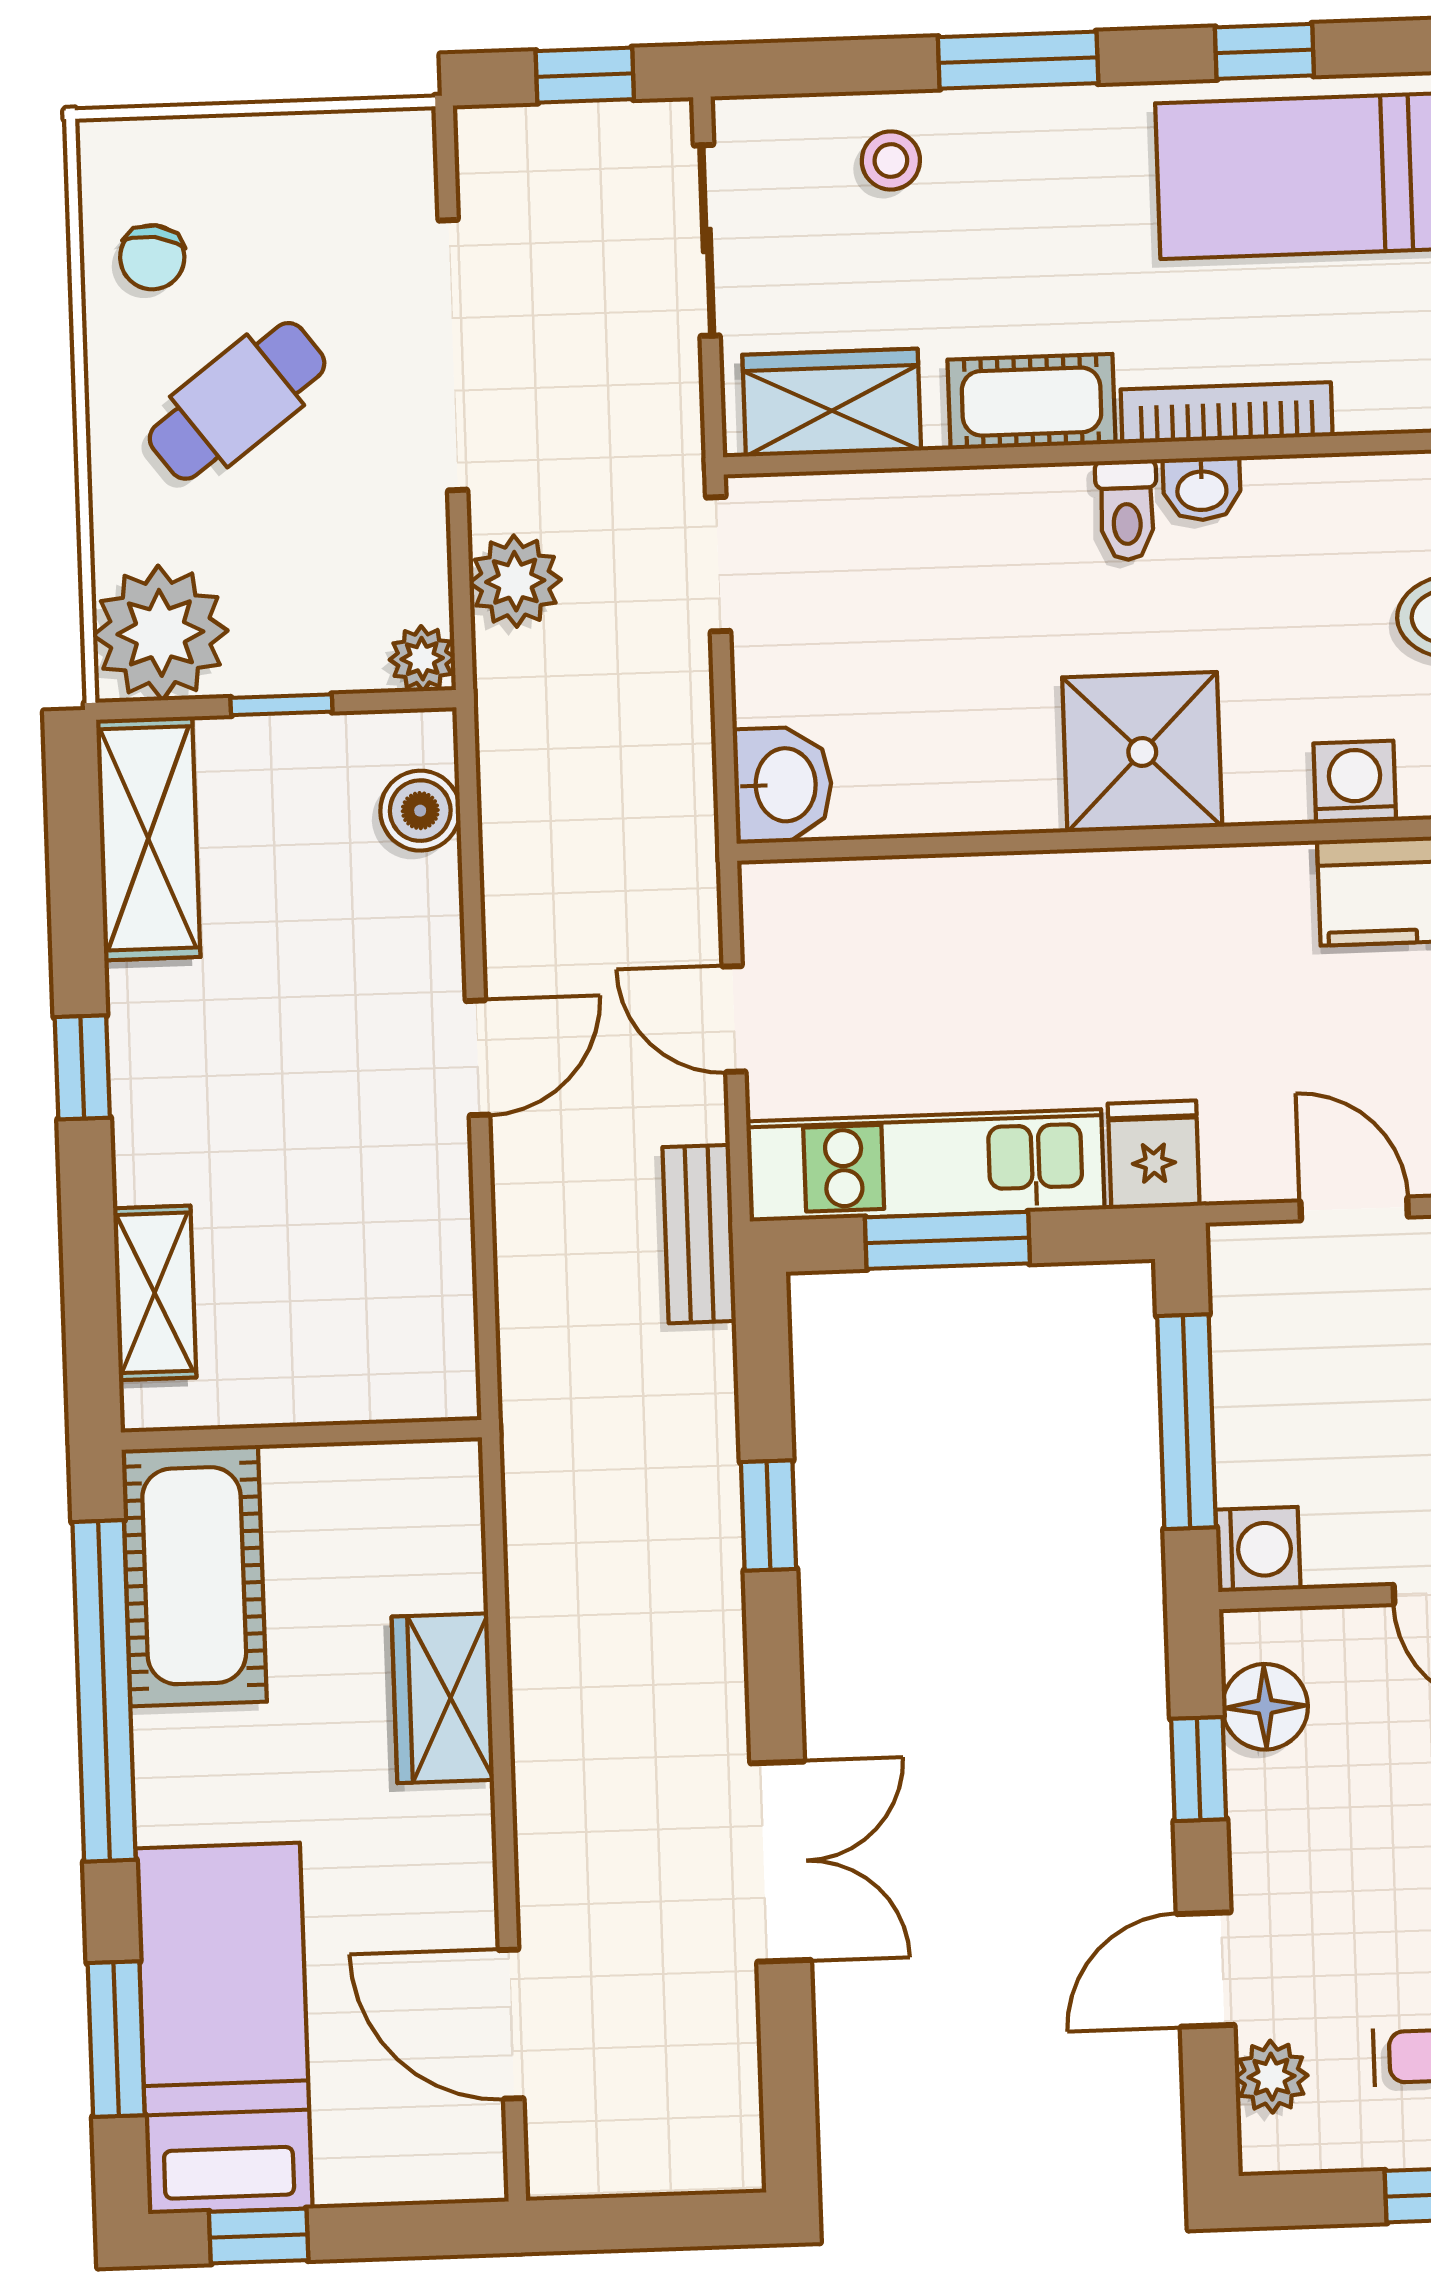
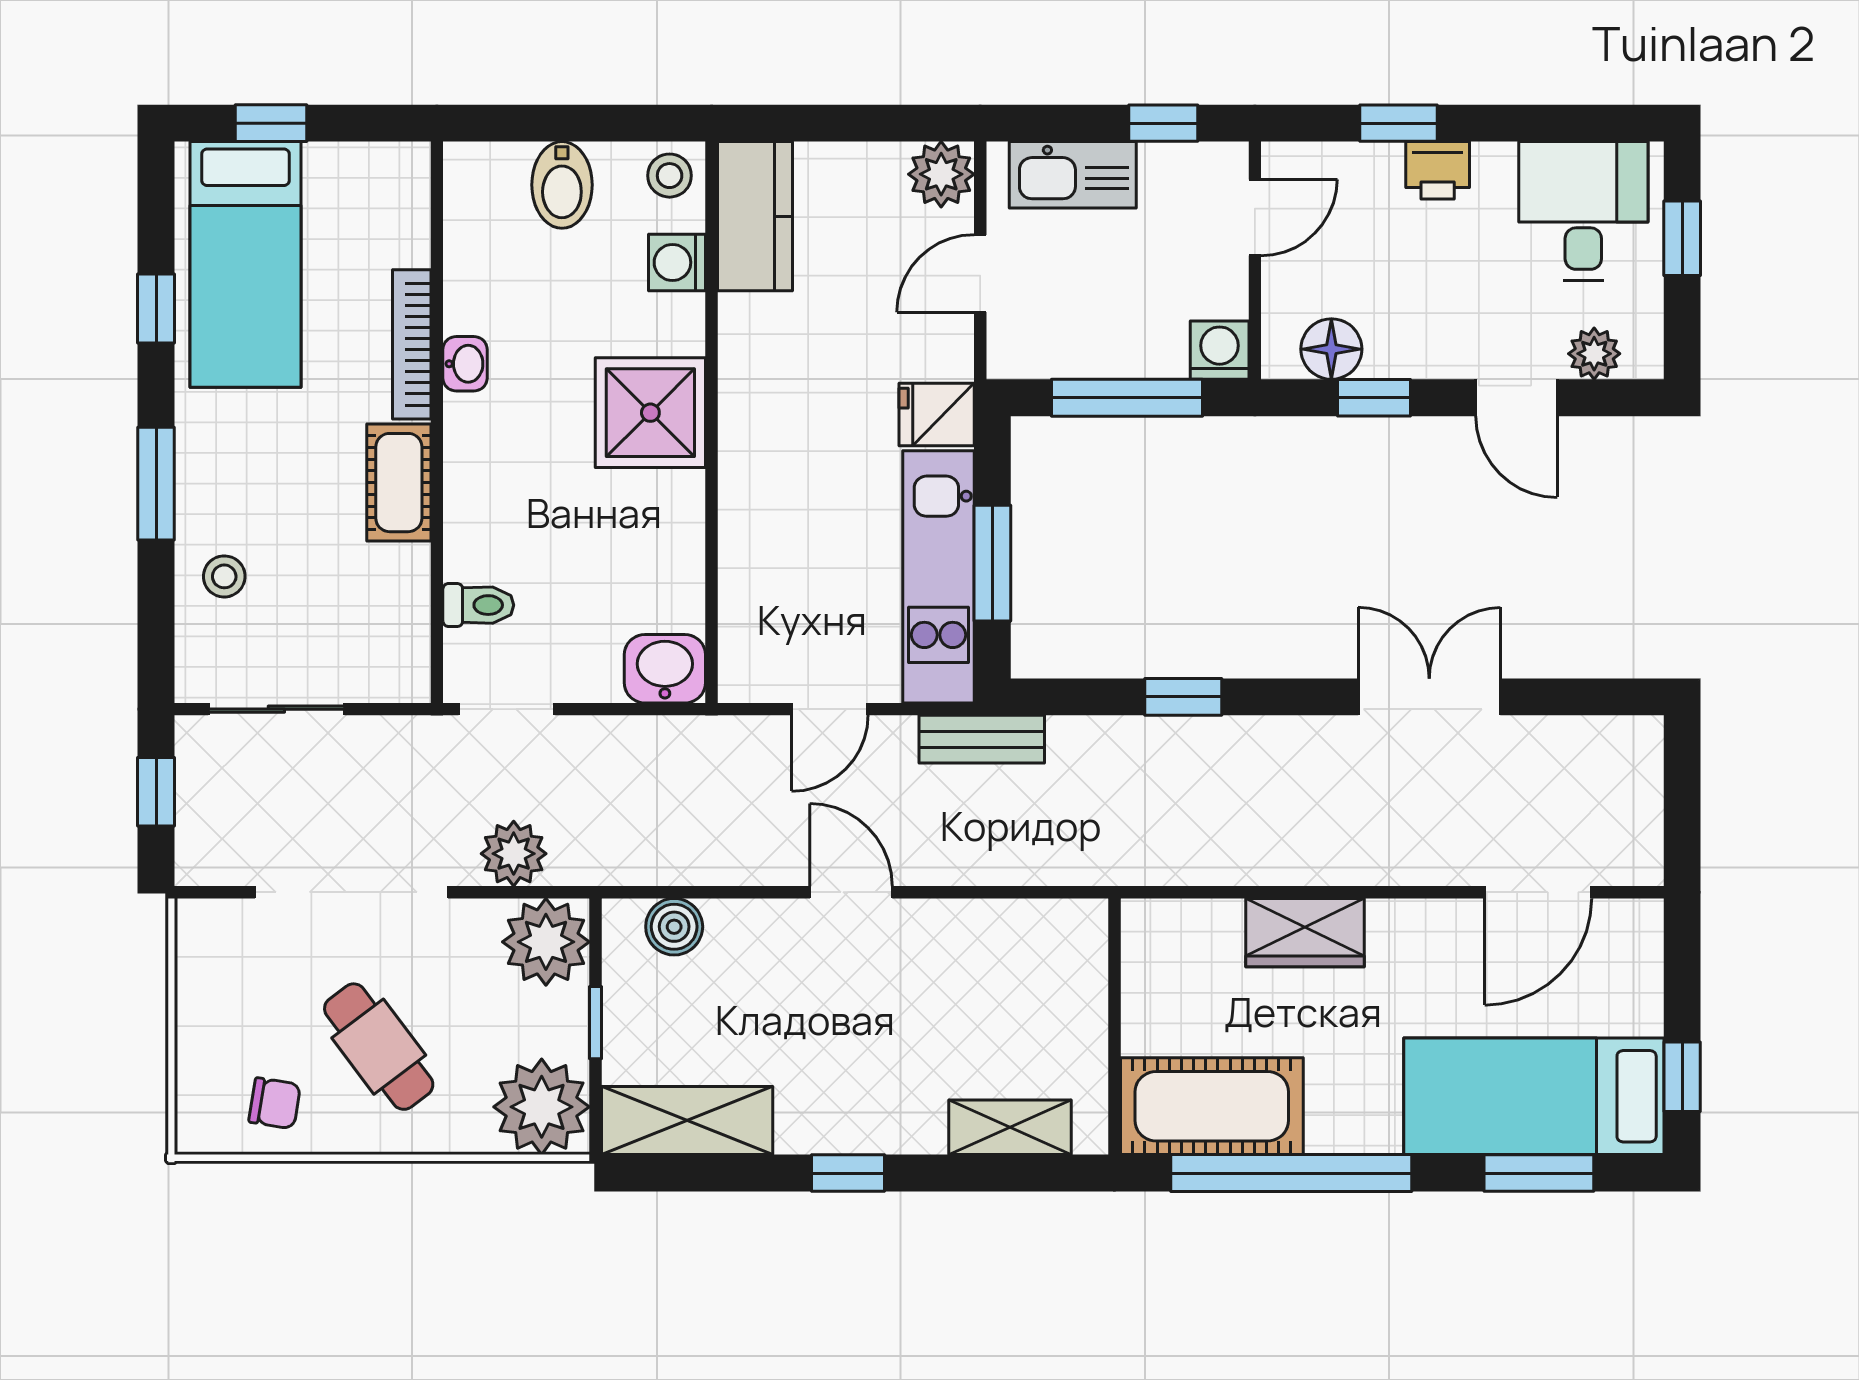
wardrobe: (832, 403) -> (395, 624), removed
toilet: (1127, 510) -> (478, 605), moved
plant: (422, 659) -> (546, 942), width x1.88, depth x1.88

